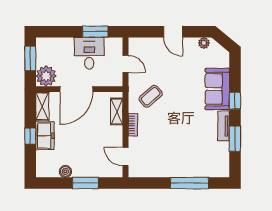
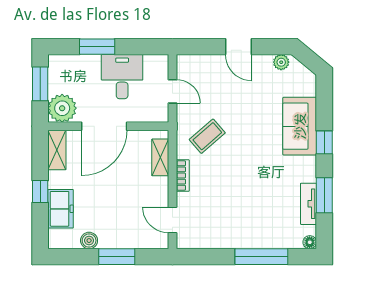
window: (95, 32) -> (97, 47), moved
tv unit: (224, 126) -> (309, 204), moved
freezer: (45, 136) -> (61, 209), moved
floor lamp: (224, 173) -> (310, 242), added

